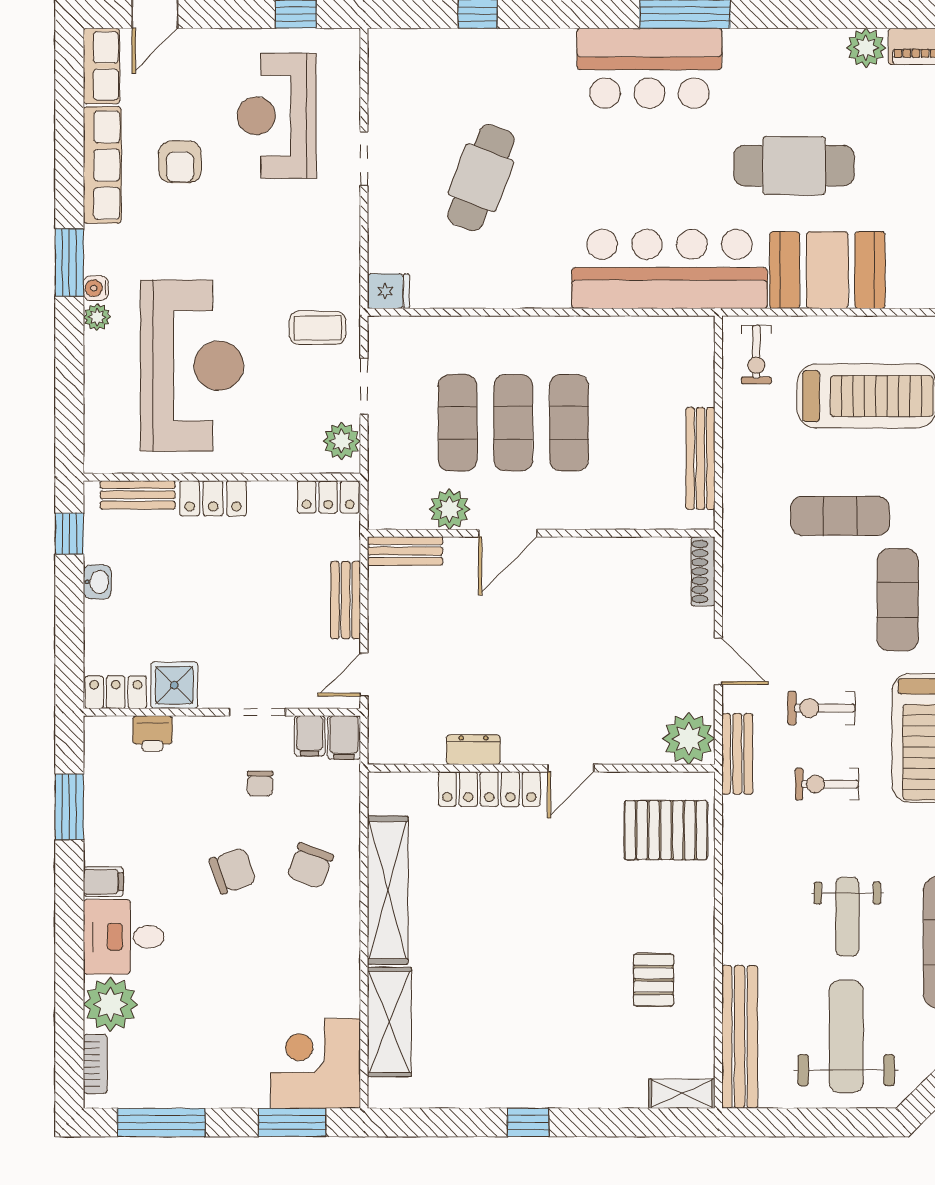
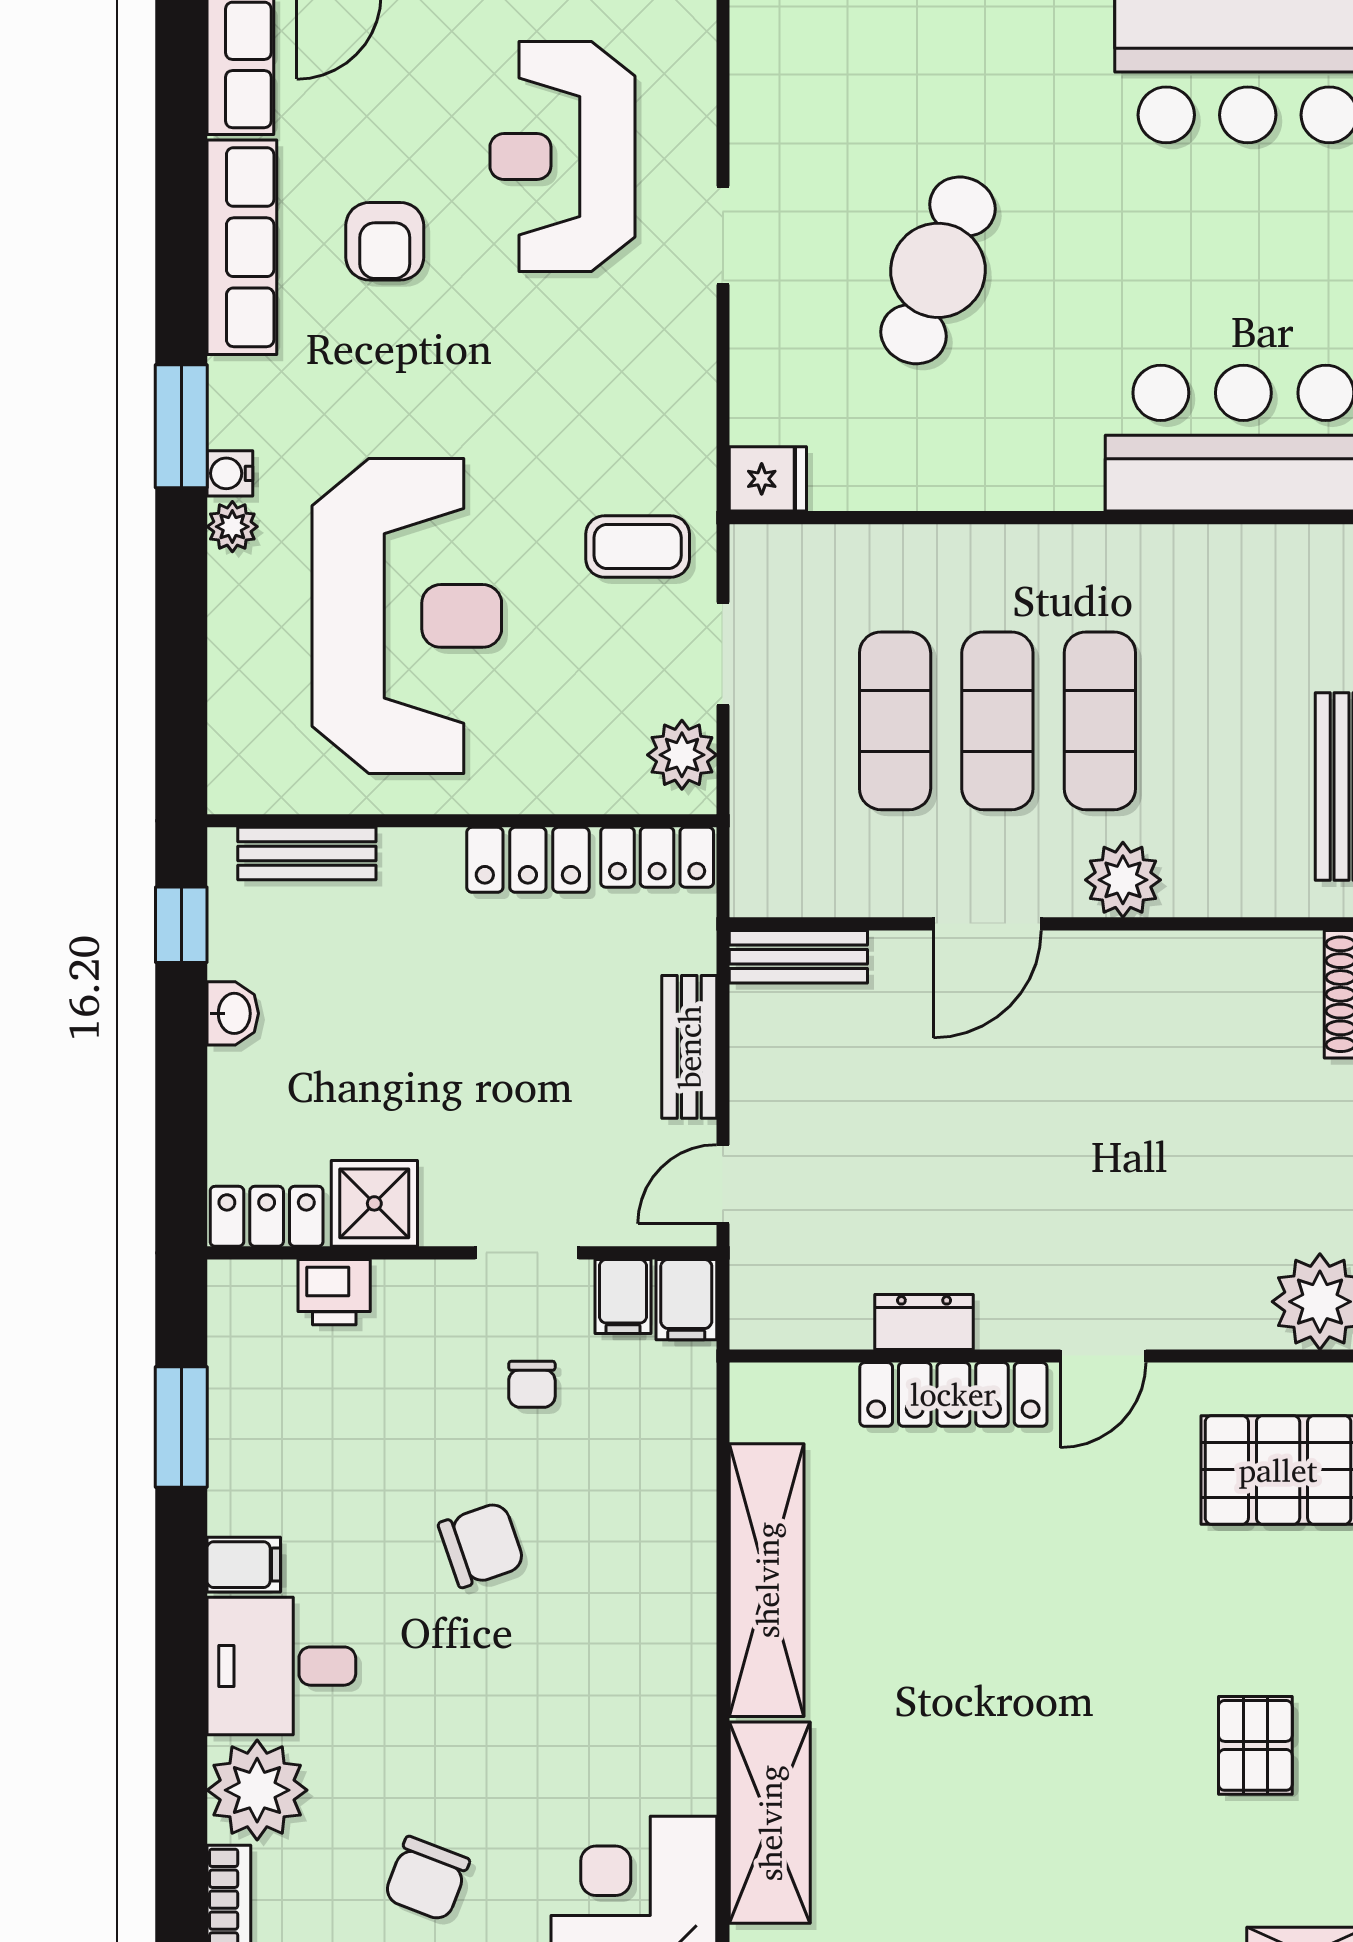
locker: (213, 498) -> (528, 860), moved
plant: (450, 509) -> (1123, 880), moved
chair: (310, 866) -> (427, 1879), moved

